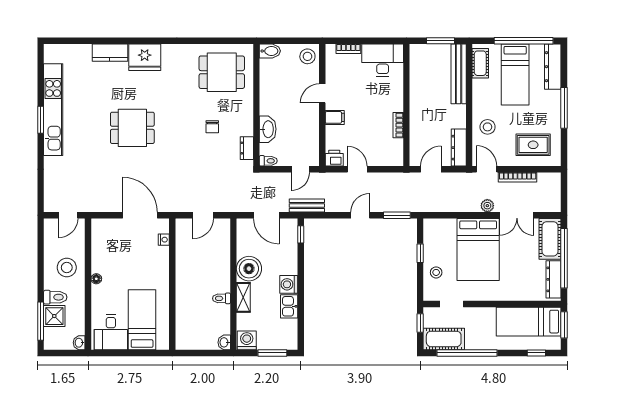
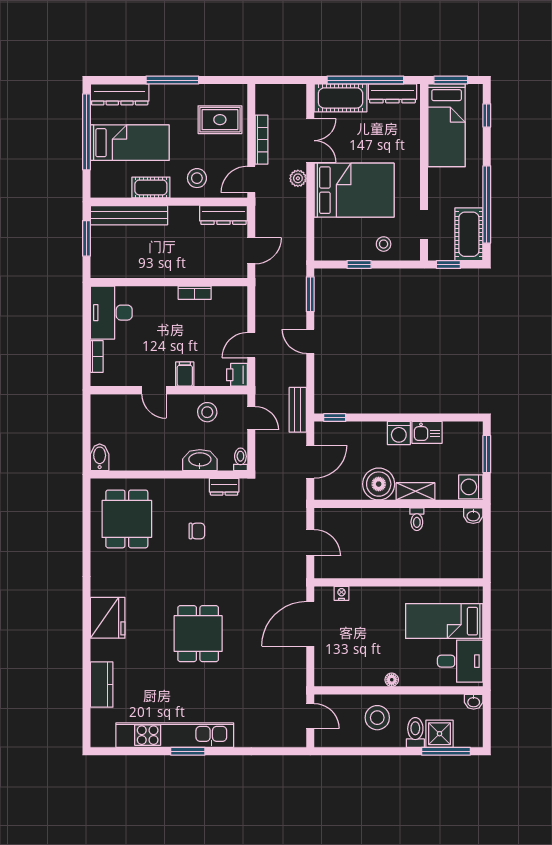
kitchen counter: (110, 53) -> (102, 685), moved
stool: (307, 56) -> (207, 412), moved
cot: (480, 63) -> (151, 187), moved
rug: (533, 145) -> (220, 120), turned 90
door: (431, 169) -> (251, 251), swing flipped

